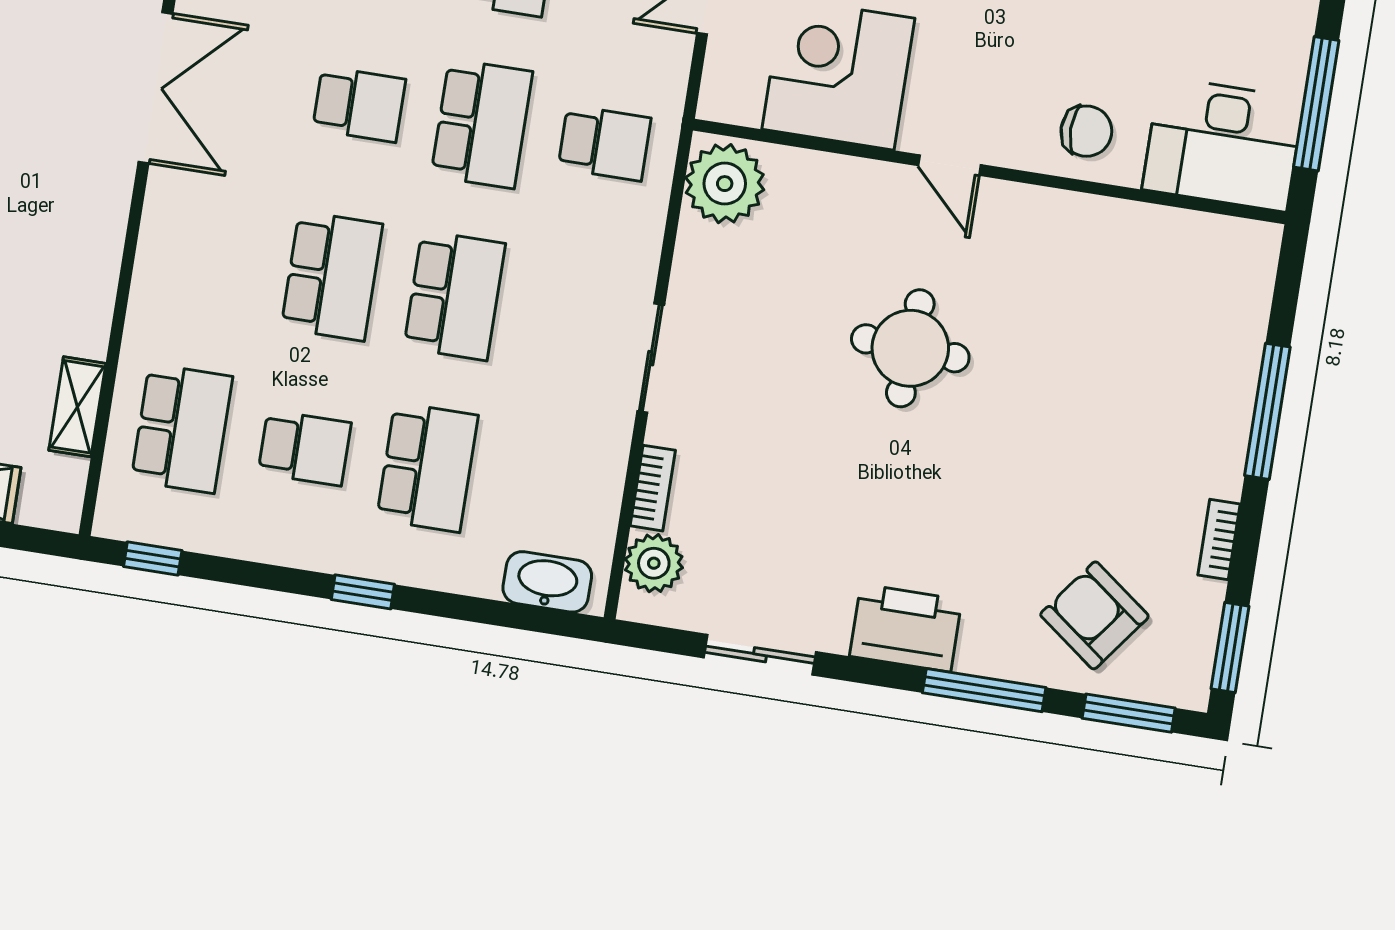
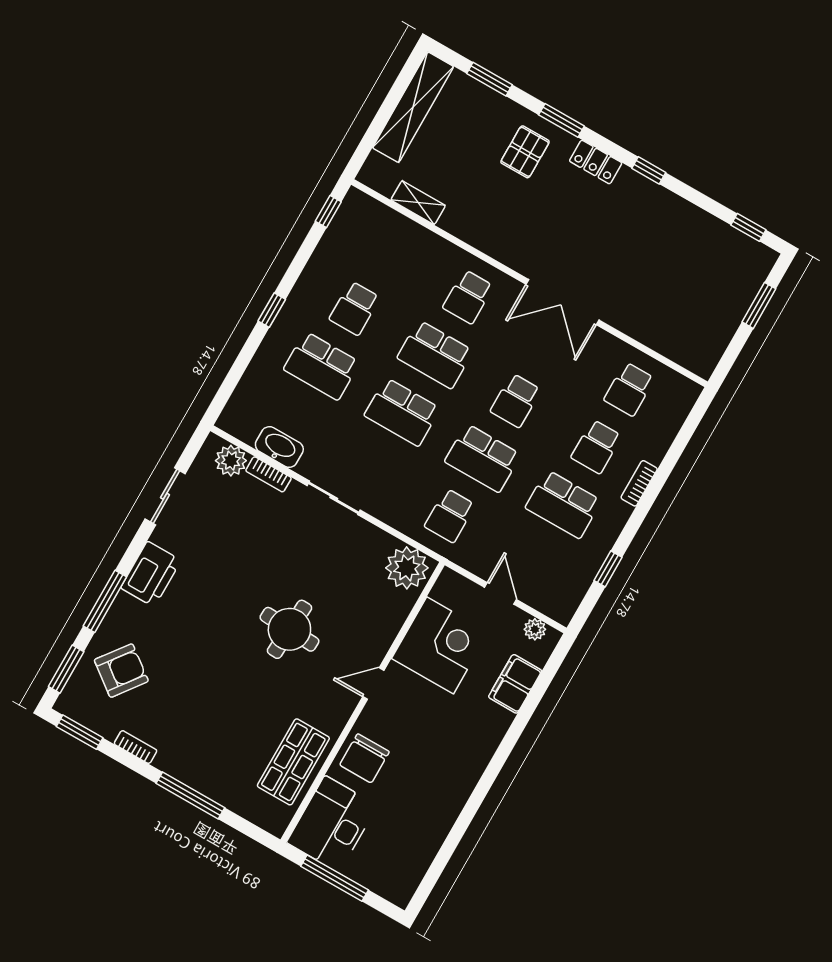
chair: (1086, 131) -> (364, 758), width x1.37, depth x1.37
shop shelf: (1140, 253) -> (293, 762), added
school desk: (182, 429) -> (468, 297), moved, width x0.54
washbasin: (547, 582) -> (279, 447), moved, turned -90

